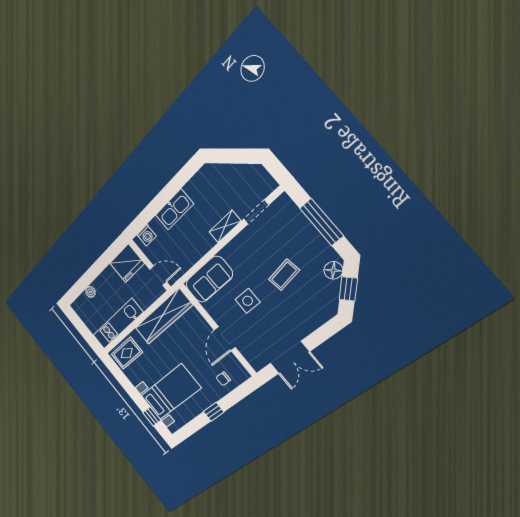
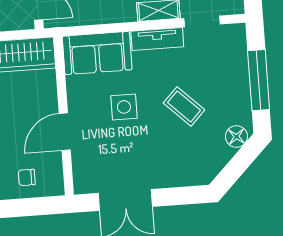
tv unit: (237, 245) -> (157, 39), added
coffee table: (284, 275) -> (184, 106), turned 53
window: (348, 289) -> (238, 165), removed

